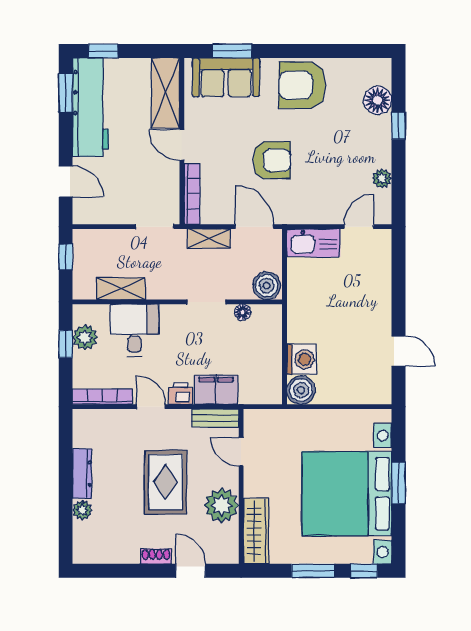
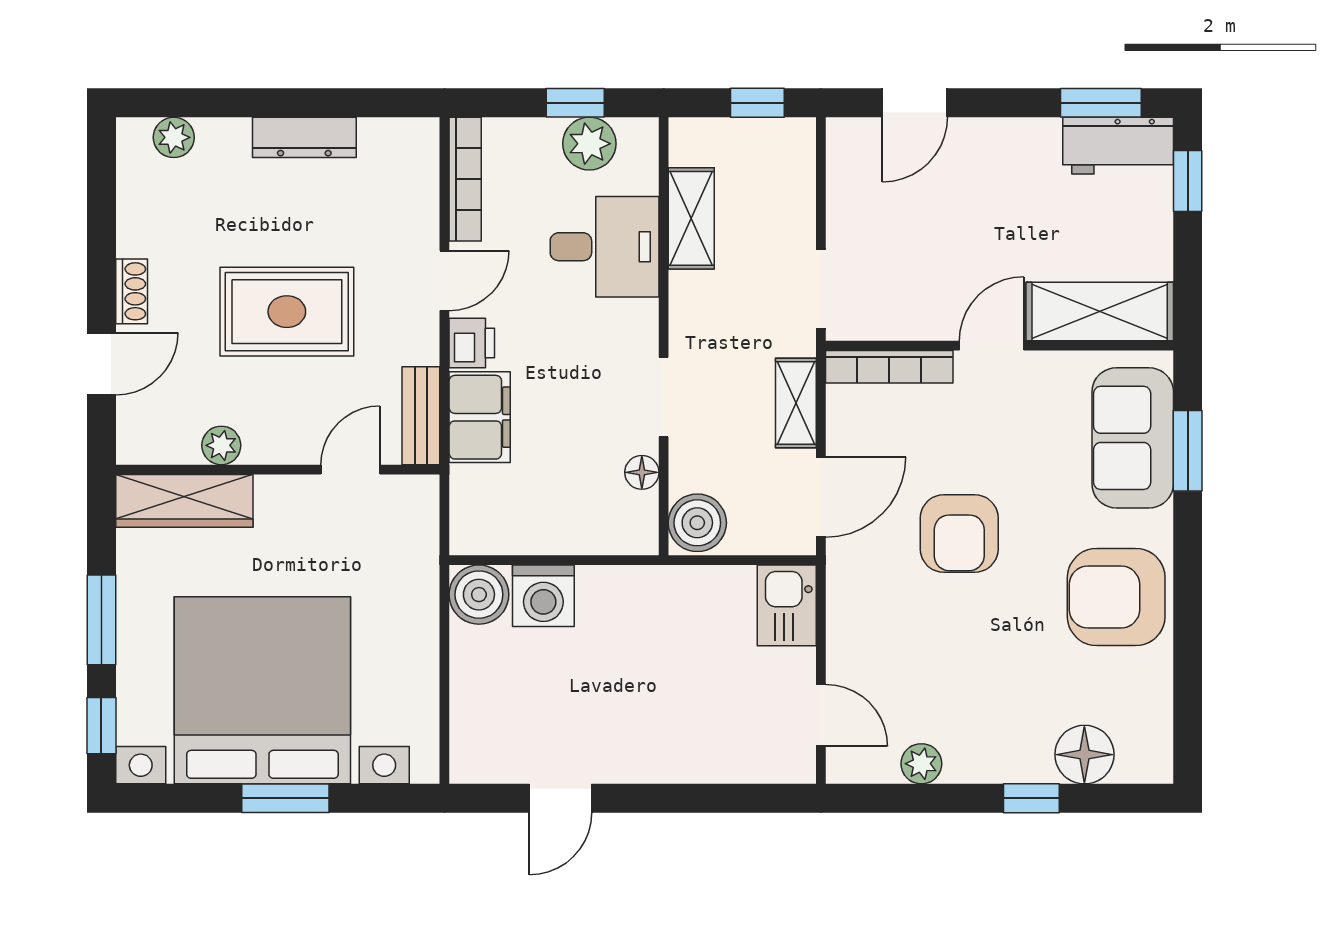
armchair: (302, 85) -> (1116, 597), turned -90
workbench: (91, 107) -> (1118, 146), width x0.53, depth x0.76
kitchen sink: (313, 243) -> (787, 605), width x0.73
plant: (221, 505) -> (221, 445), width x0.53, depth x0.53
plant: (82, 510) -> (174, 137), moved

